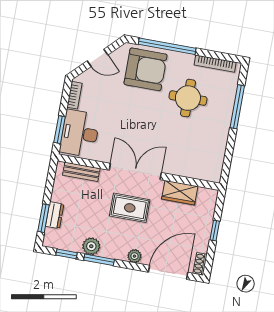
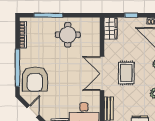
armchair: (145, 69) -> (35, 79), turned 180
round table: (188, 98) -> (68, 35), moved
wardrobe: (180, 193) -> (111, 28), moved

